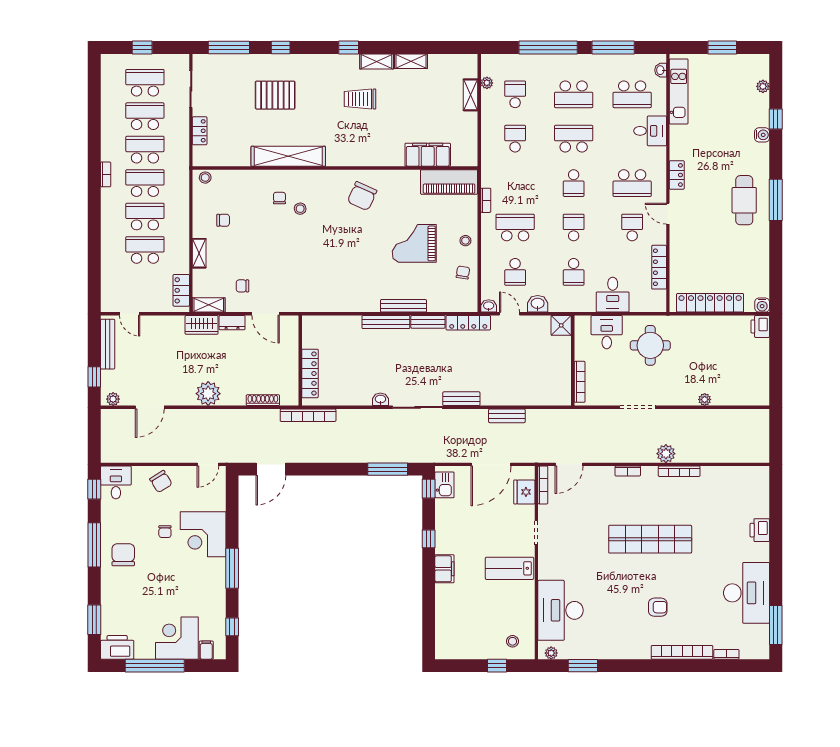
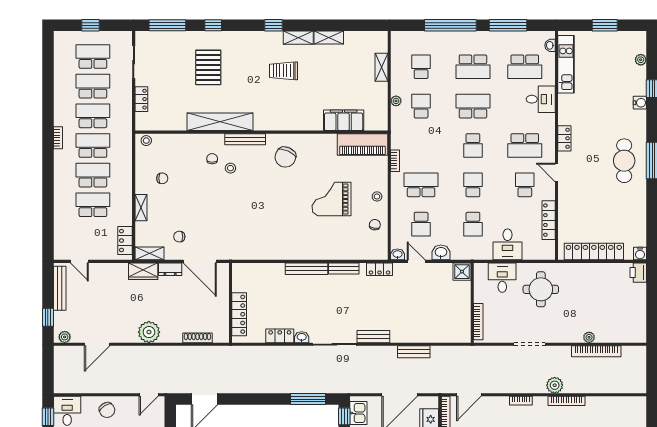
plant: (487, 83) -> (396, 101), moved
pallet: (275, 95) -> (208, 67), turned 90
bench: (403, 306) -> (245, 139), moved
door: (266, 314) -> (200, 261), width x1.36
locker: (468, 323) -> (380, 269), width x0.66
locker: (356, 398) -> (280, 336), added
bookcase: (308, 415) -> (596, 351), moved

